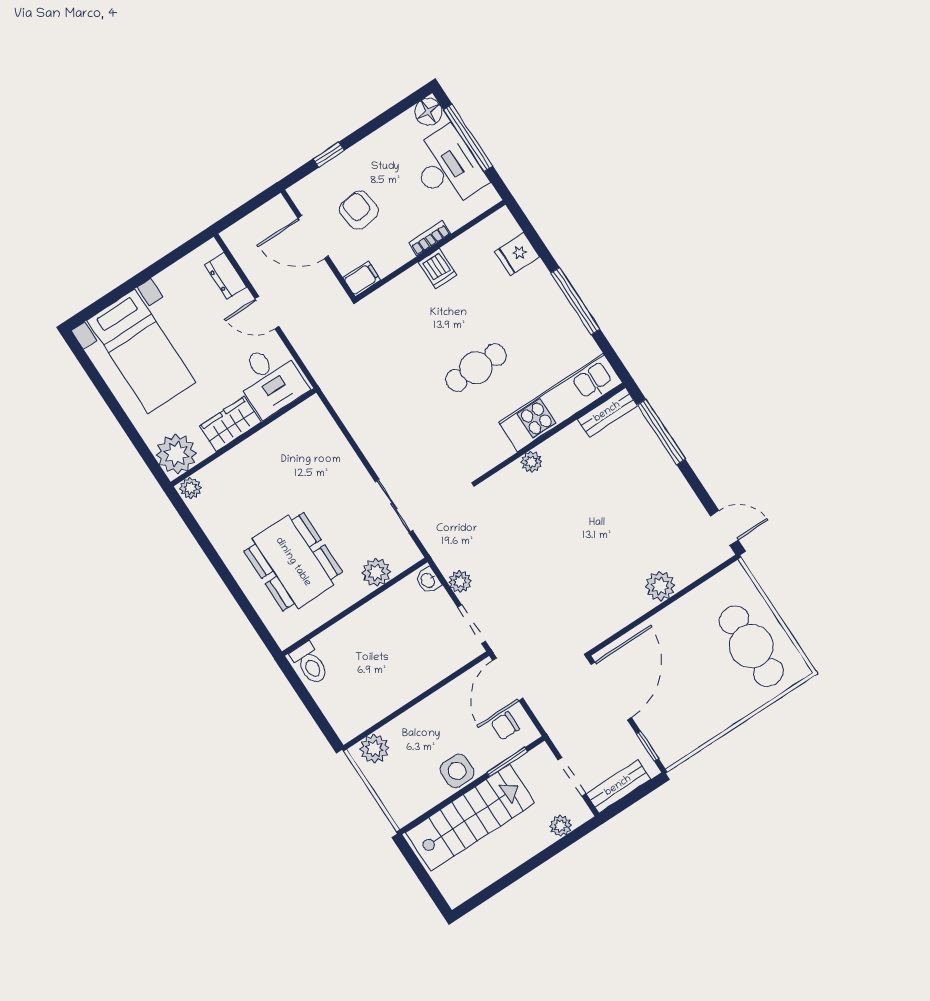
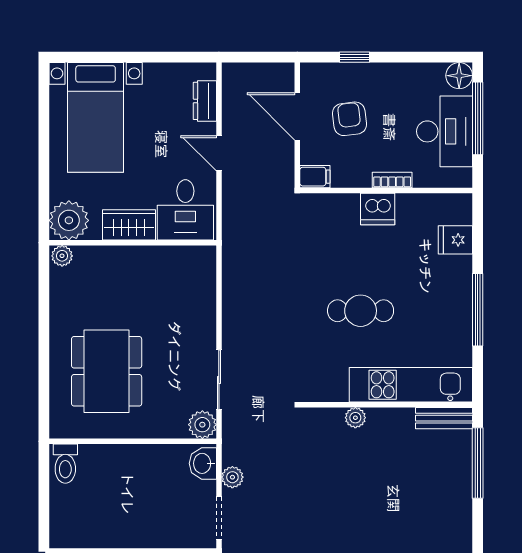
dishwasher: (438, 269) -> (378, 209), width x1.38
plant: (376, 572) -> (202, 425), moved
washbasin: (428, 580) -> (203, 463), width x1.38, depth x1.45

